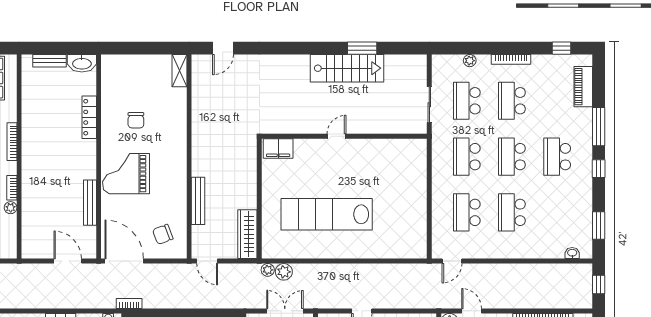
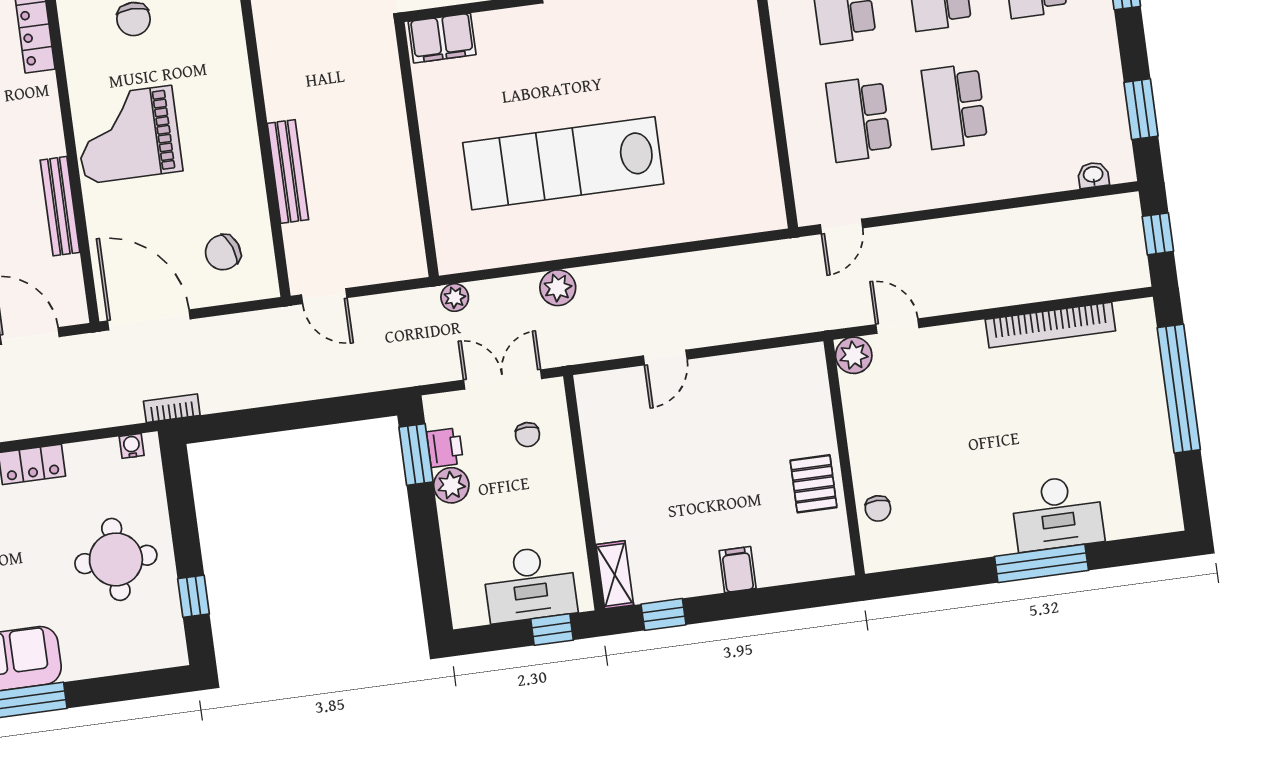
wardrobe: (247, 234) -> (402, 228), removed
plant: (284, 272) -> (558, 288), moved

